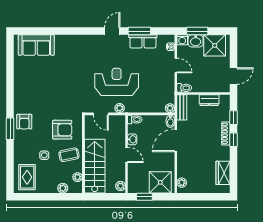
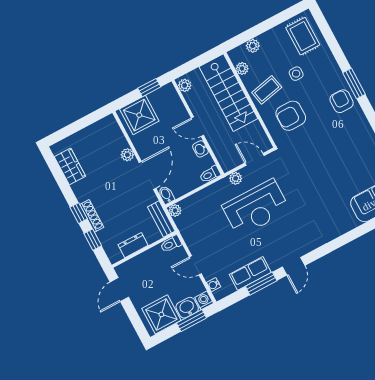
plant: (182, 183) -> (127, 155), moved

